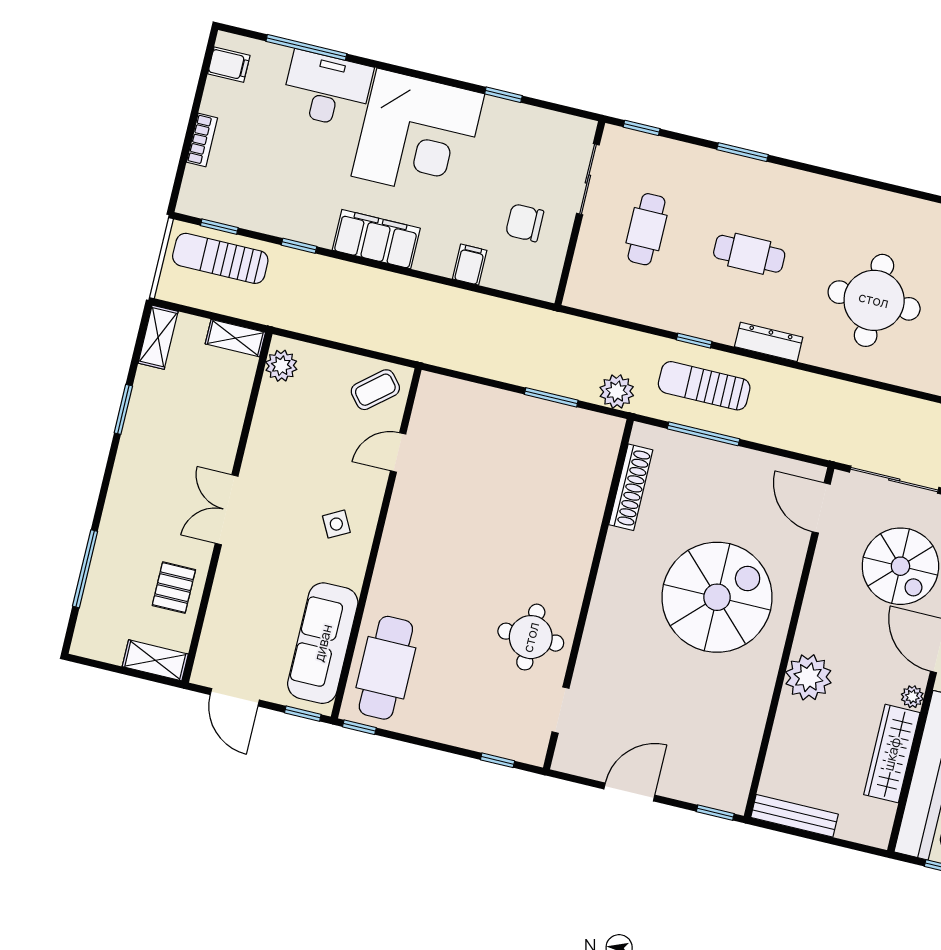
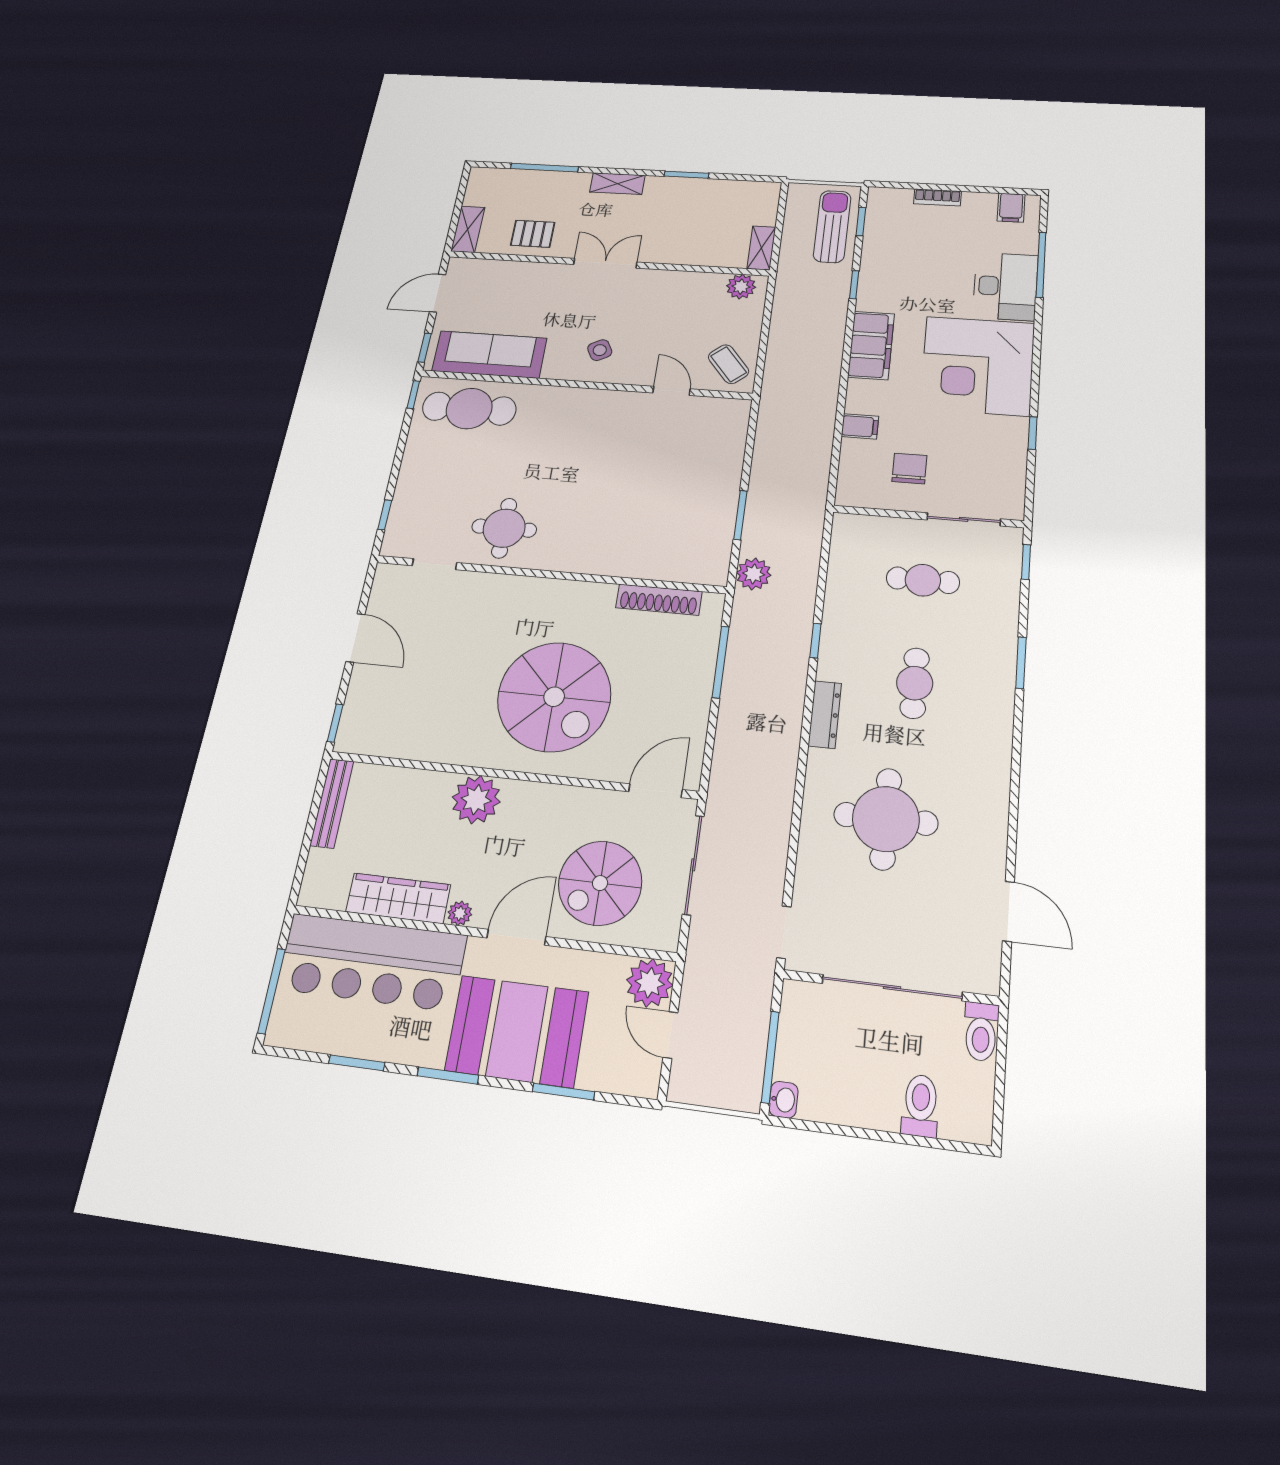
shelving: (158, 337) -> (617, 184), moved
sun lounger: (704, 386) -> (770, 656), removed

